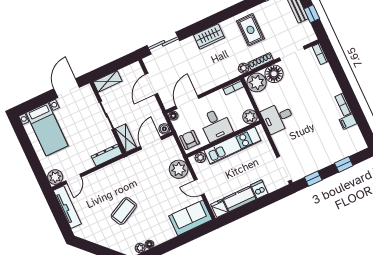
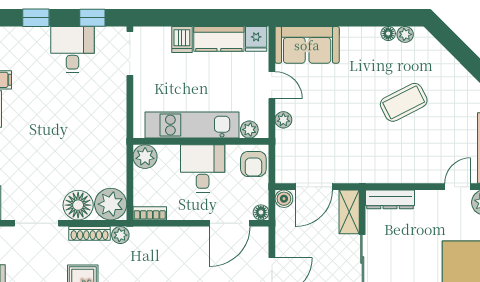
desk: (278, 118) -> (72, 50), moved, turned -90
plant: (179, 169) -> (283, 120), width x0.53, depth x0.53

